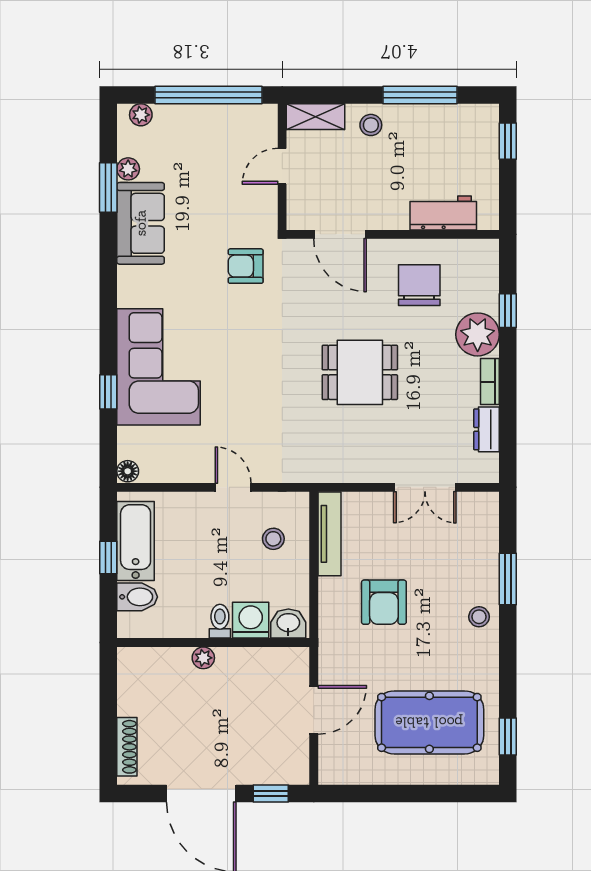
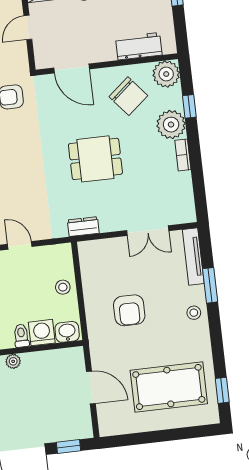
plant: (479, 259) -> (166, 74), added
chair: (419, 285) -> (128, 96), turned 140
dresser: (487, 429) -> (83, 227), moved, turned 90
tv unit: (329, 534) -> (193, 257), moved, turned 180
stool: (273, 539) -> (63, 287), moved
door: (314, 710) -> (91, 388), hinge flipped

